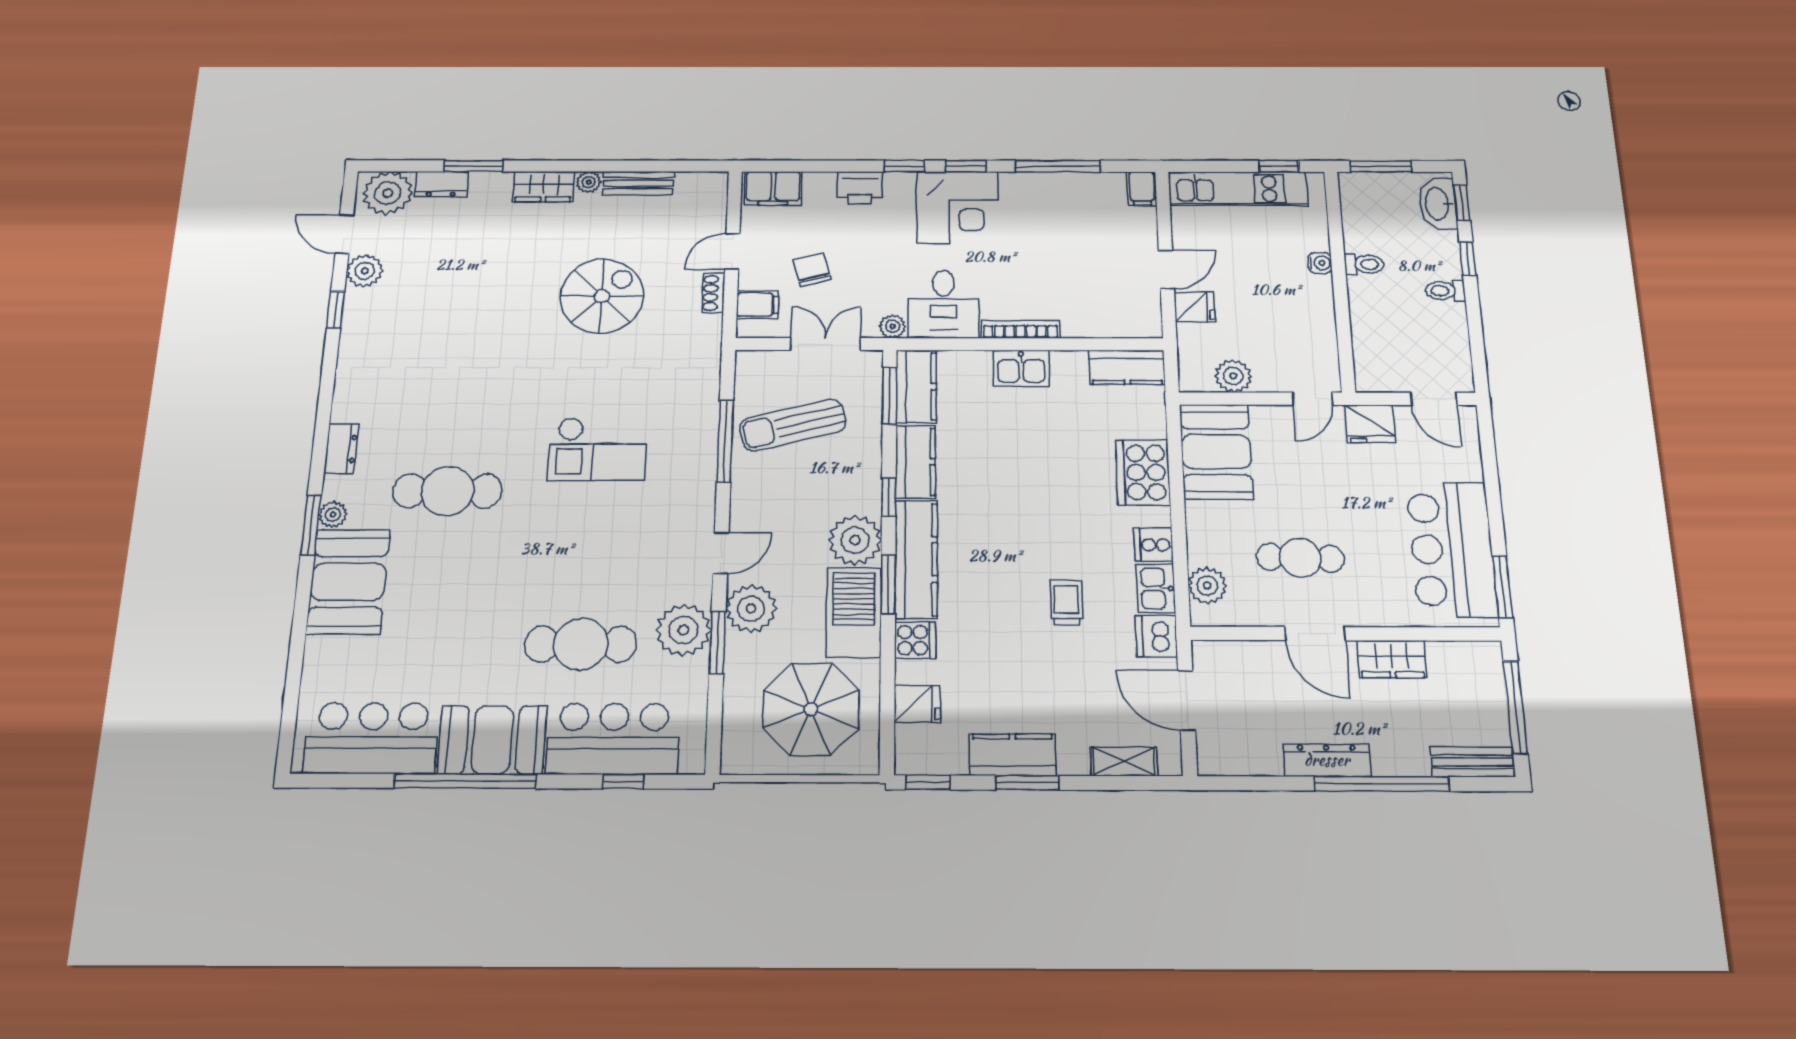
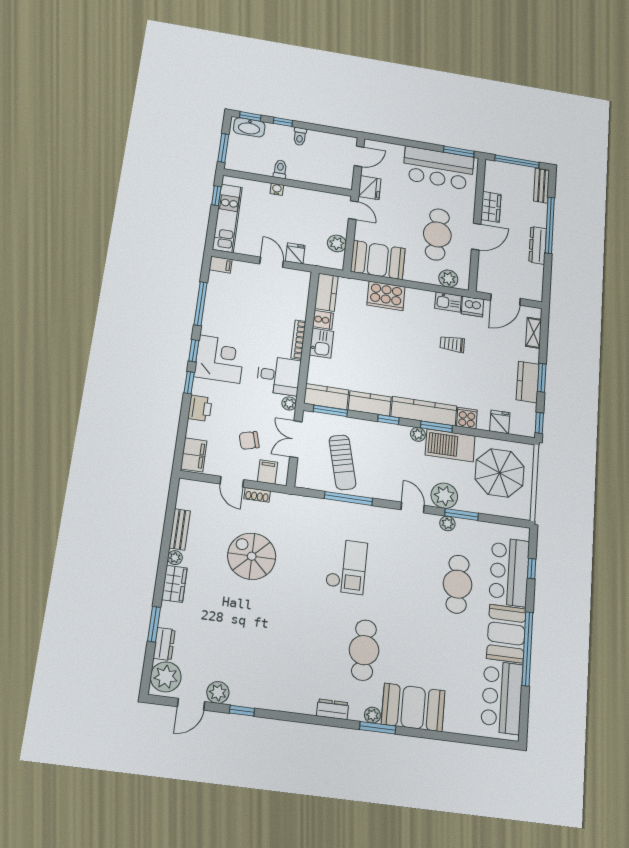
plant: (855, 540) -> (418, 434), width x0.53, depth x0.53
cooker: (1154, 545) -> (323, 320), moved, turned -90
cafe table: (1300, 558) -> (437, 234), width x1.37, depth x1.35
plant: (683, 630) -> (447, 523), width x0.53, depth x0.53

